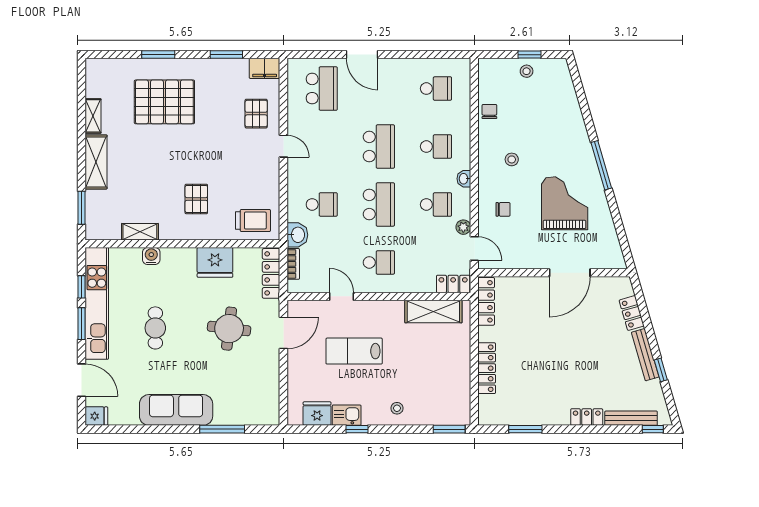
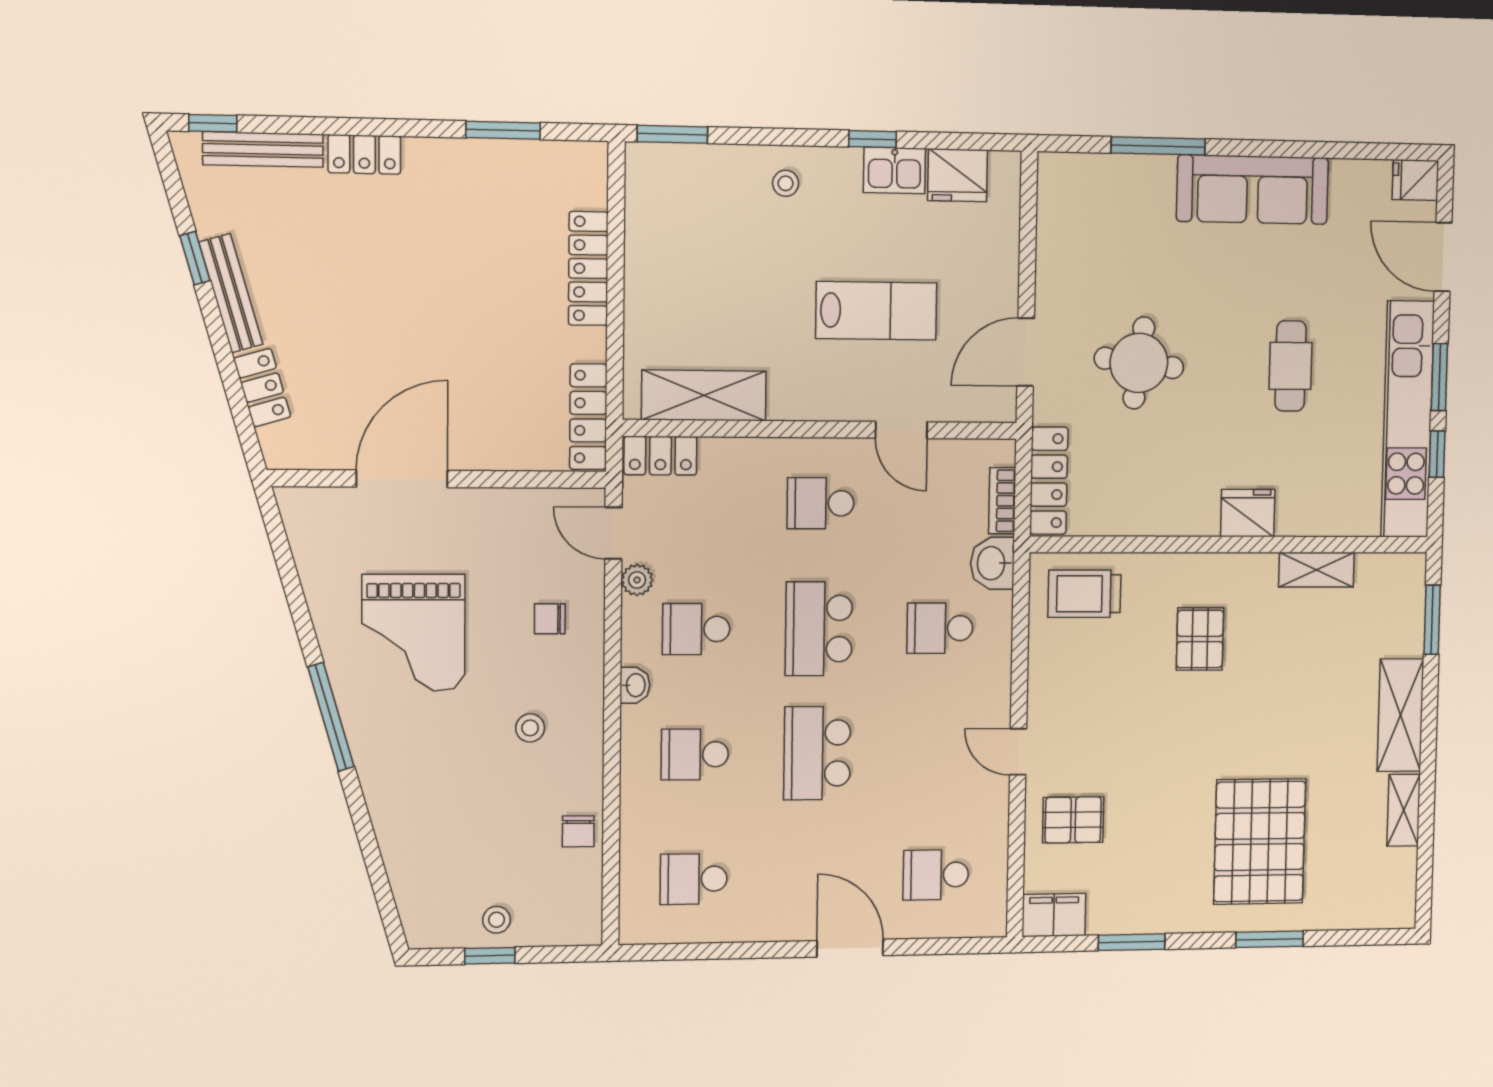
school desk: (322, 89) -> (936, 875), width x0.54
pallet: (164, 102) -> (1260, 842), turned 90
pallet: (256, 114) -> (1073, 820), turned 90
water cooler: (151, 256) -> (1295, 519), removed
fridge: (215, 262) -> (1248, 513), moved, width x0.73, depth x0.75

